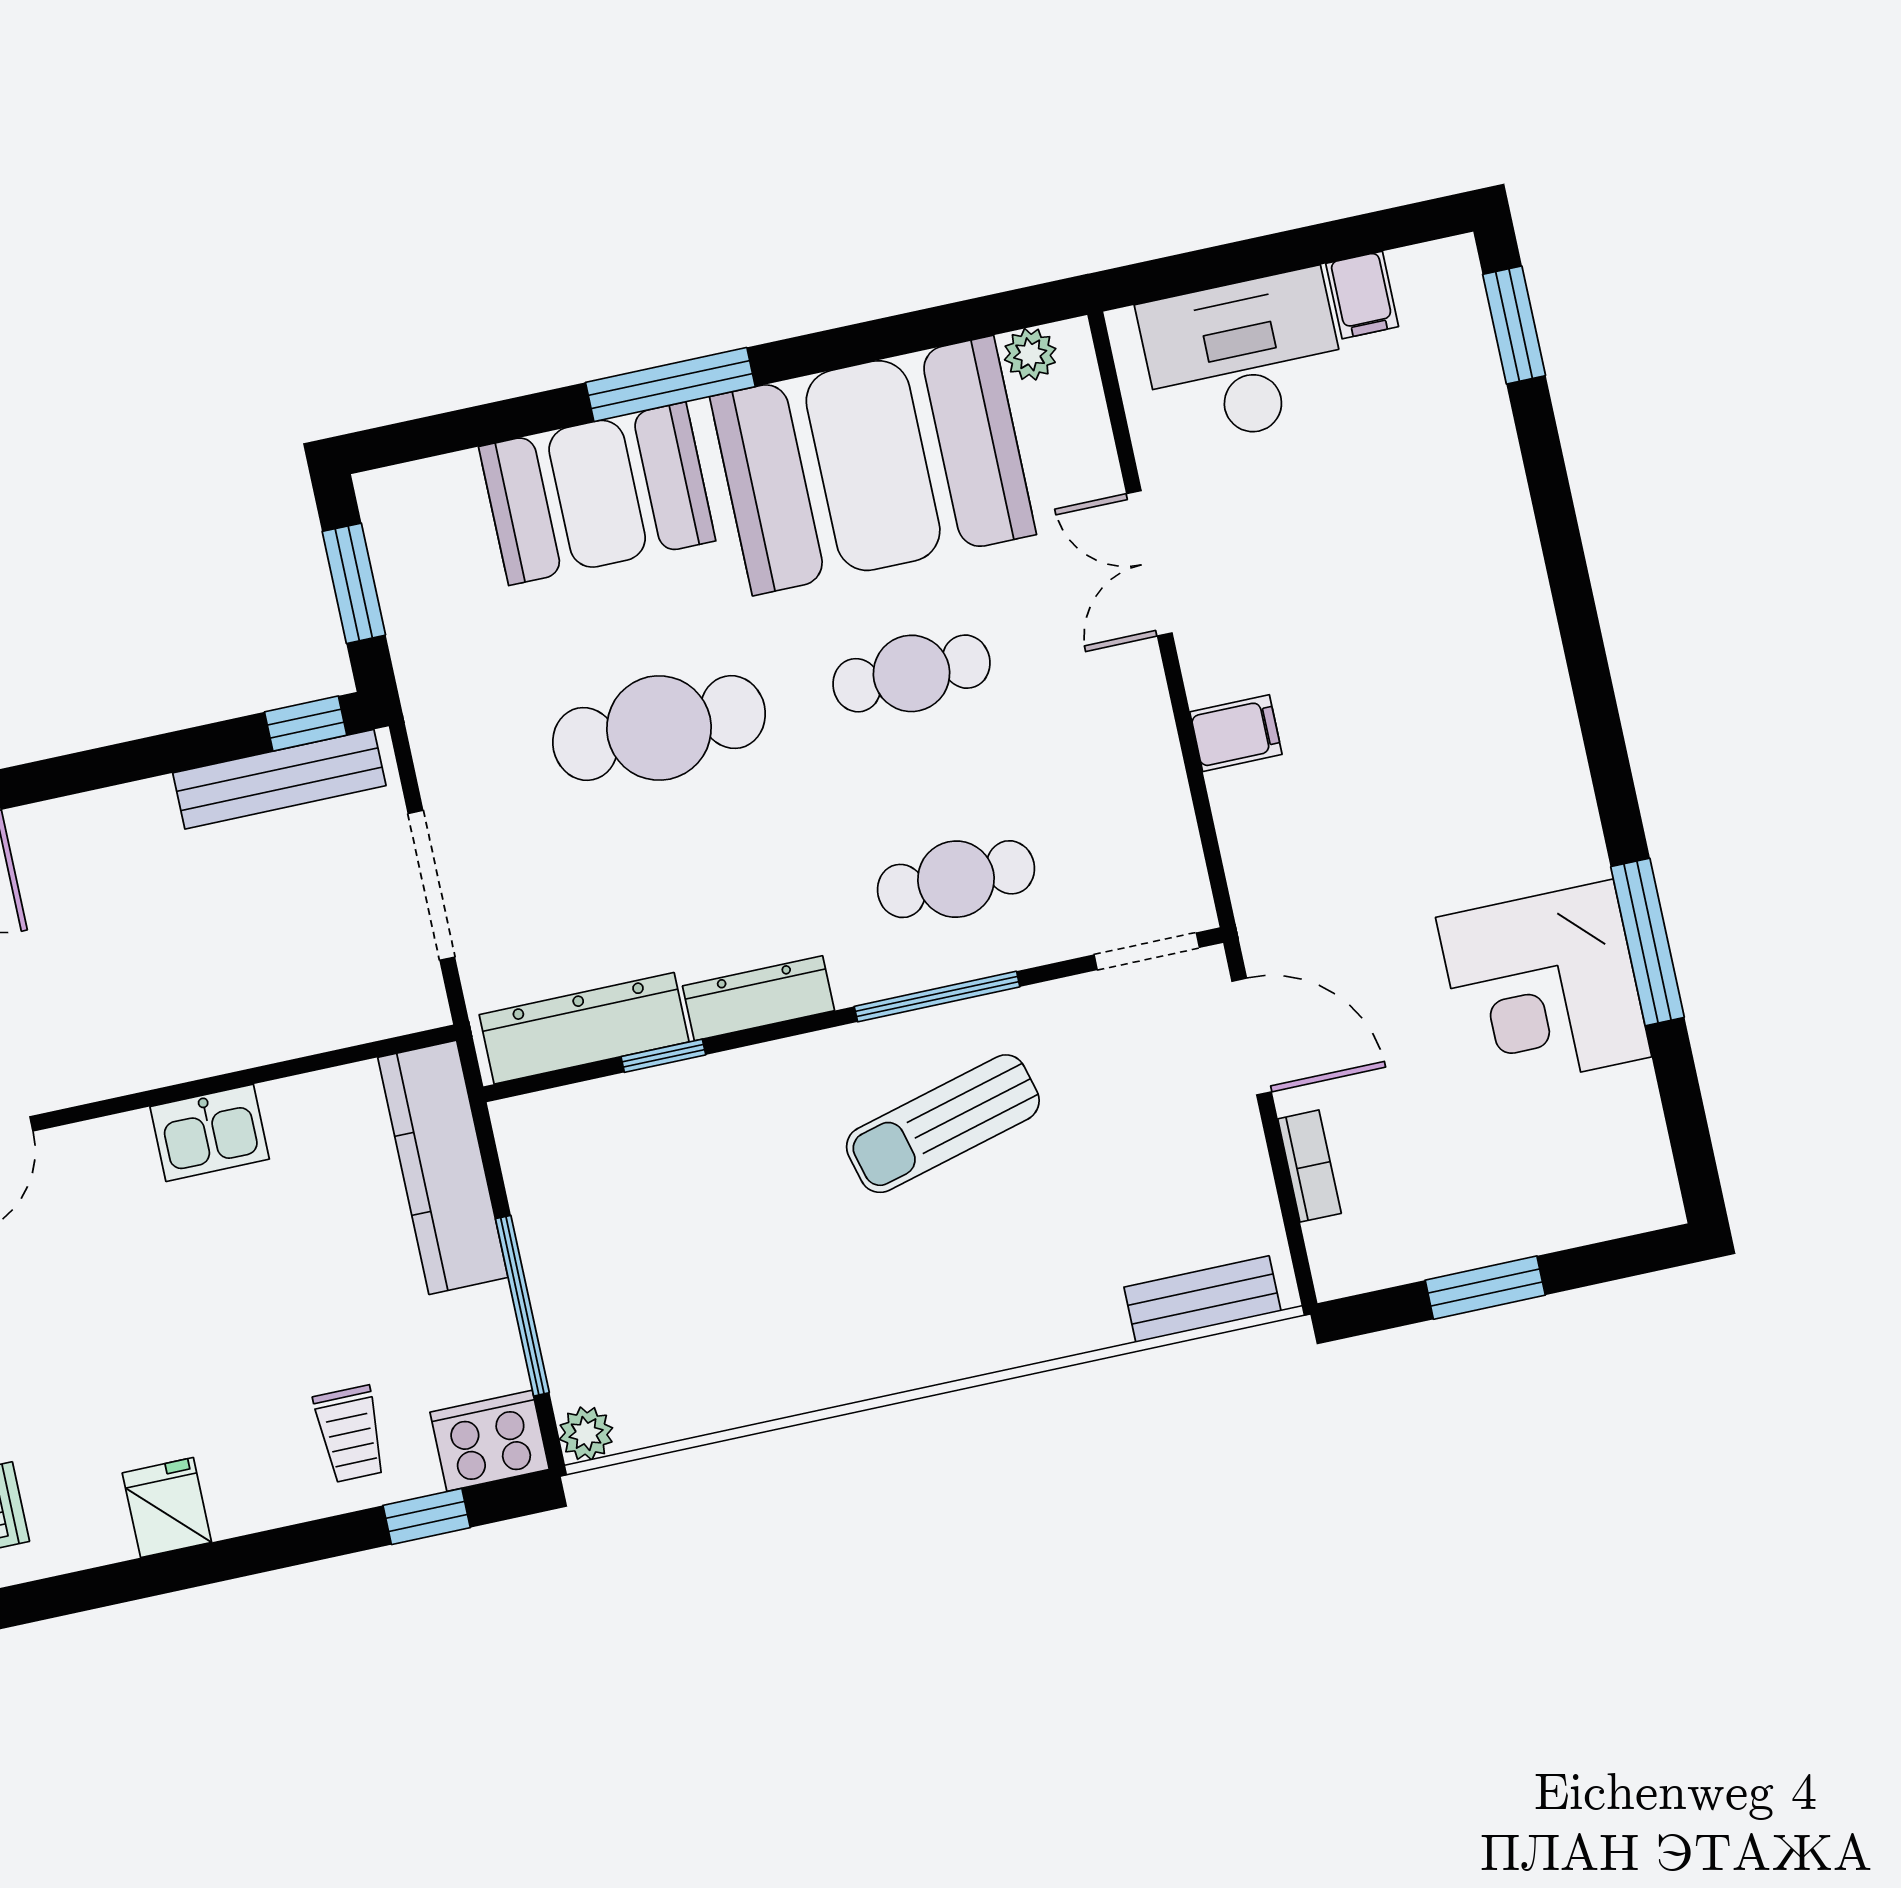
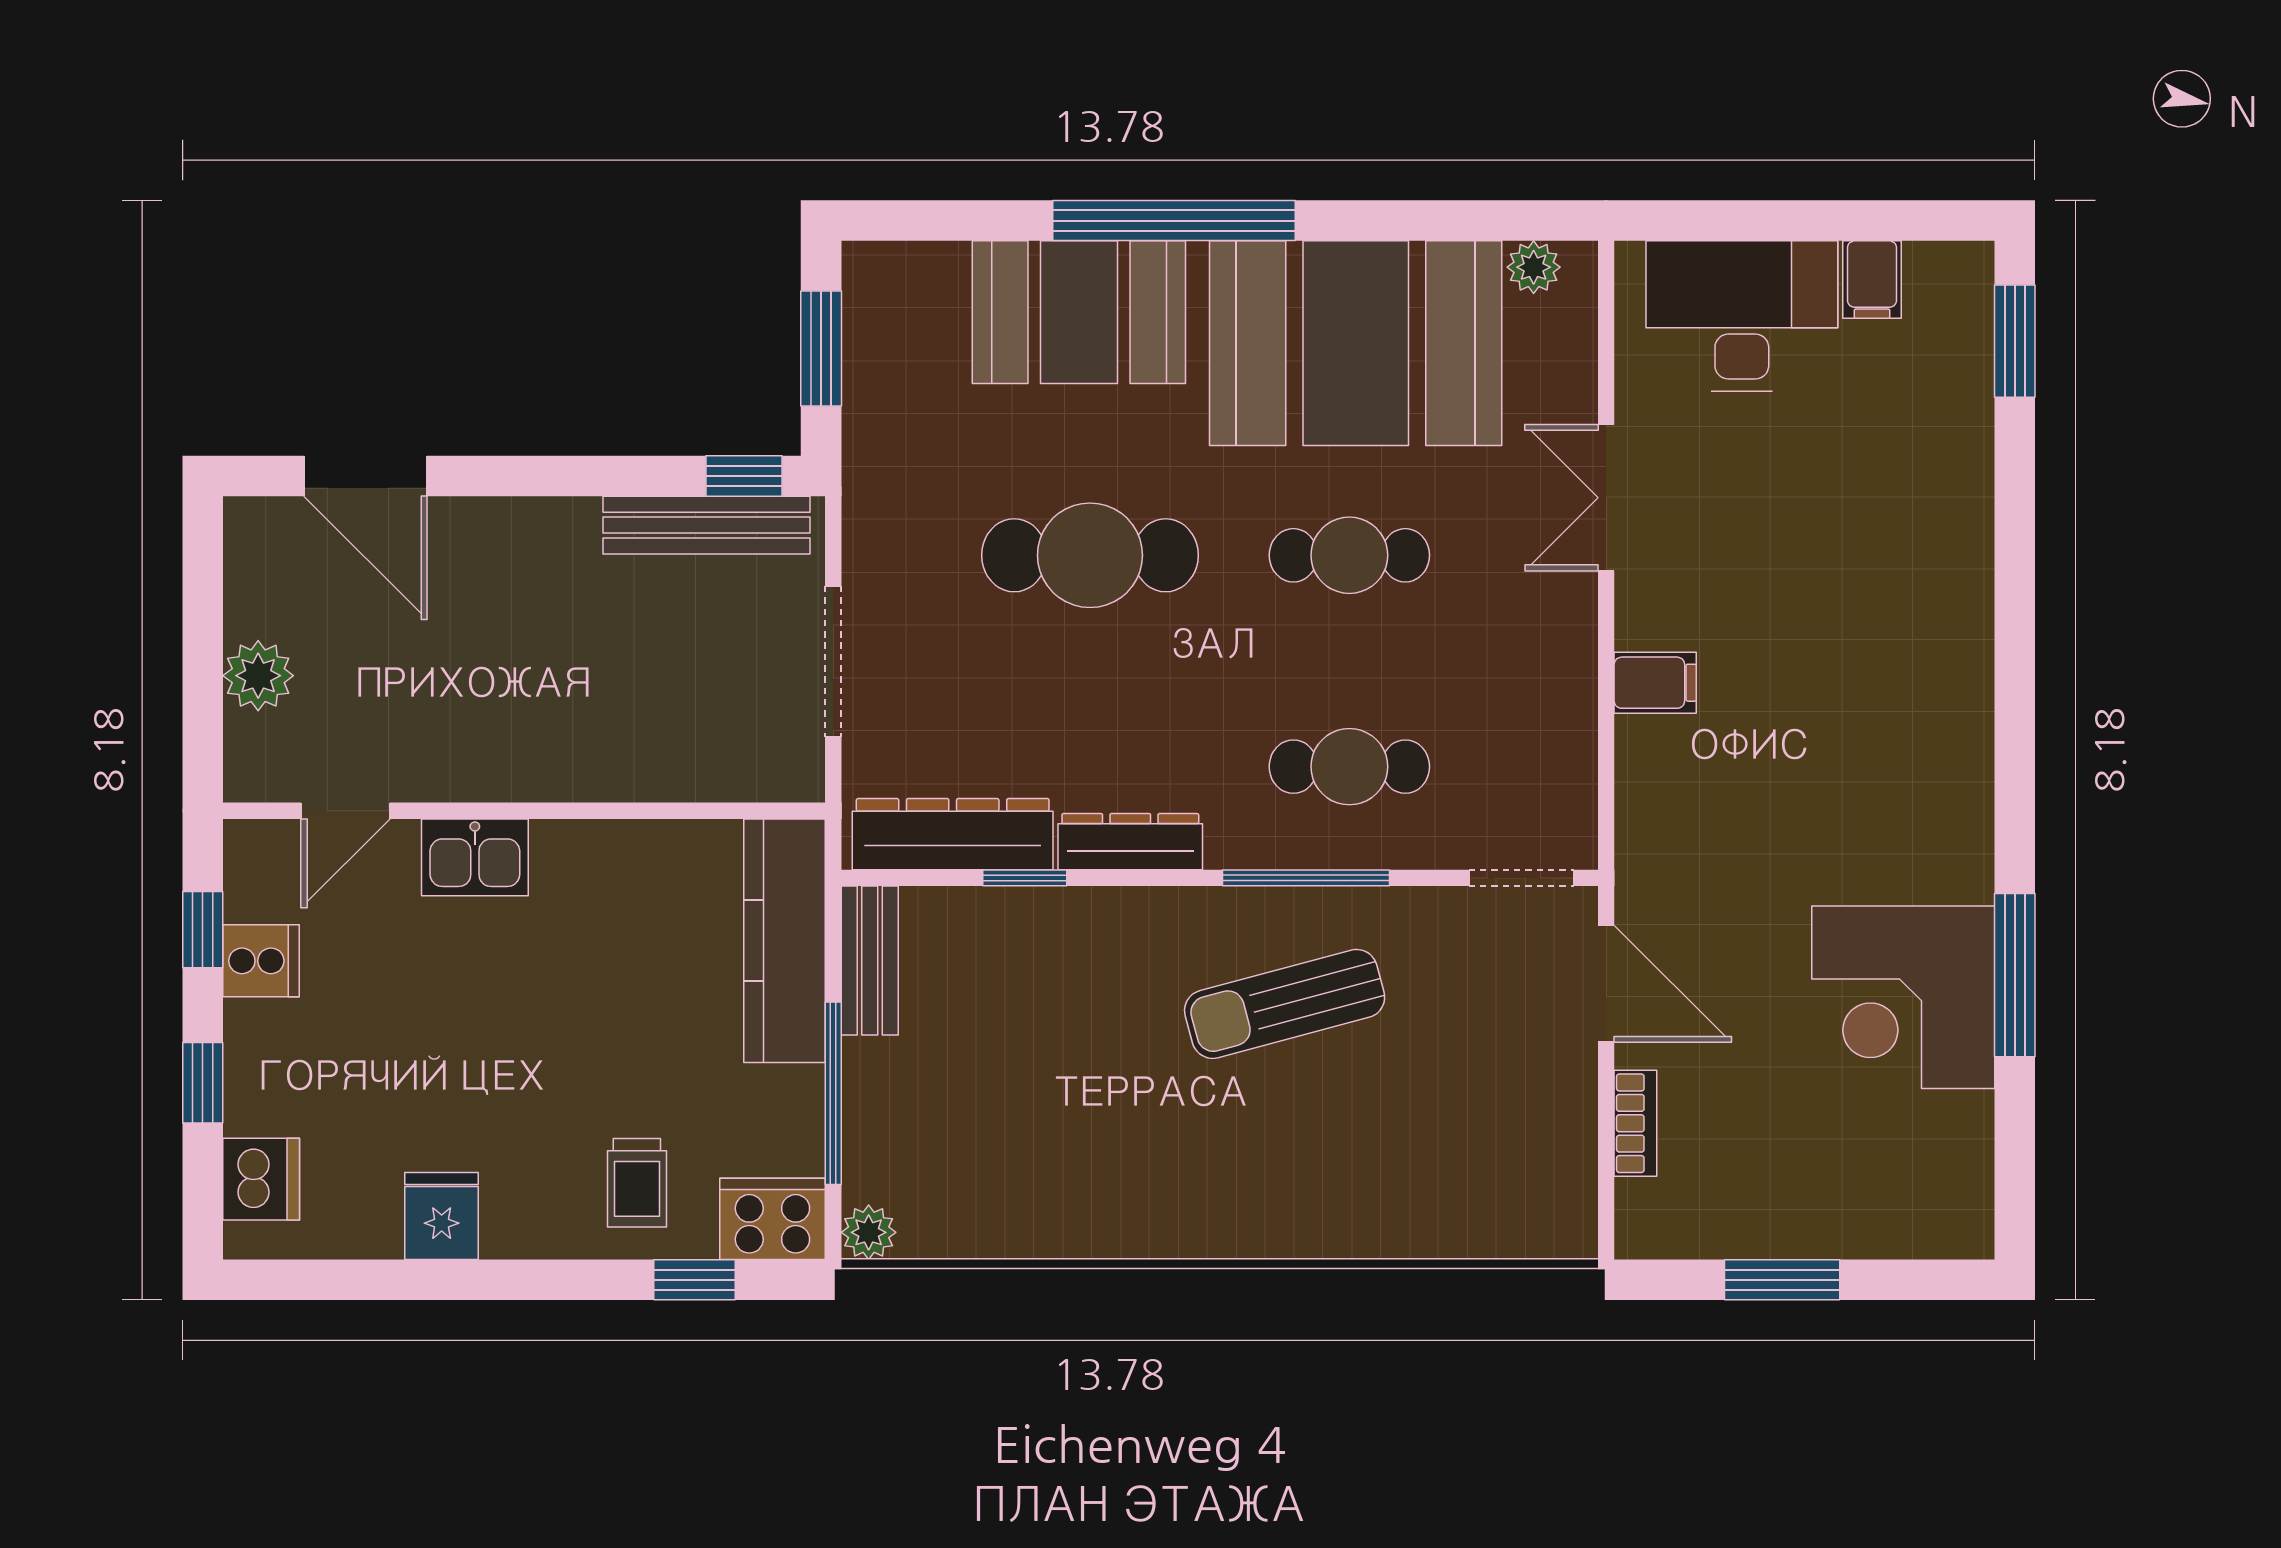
window: (670, 385) -> (1174, 221), width x1.46
kitchen sink: (210, 1133) -> (475, 857), moved
bench: (1202, 1299) -> (870, 961), moved, turned 90

